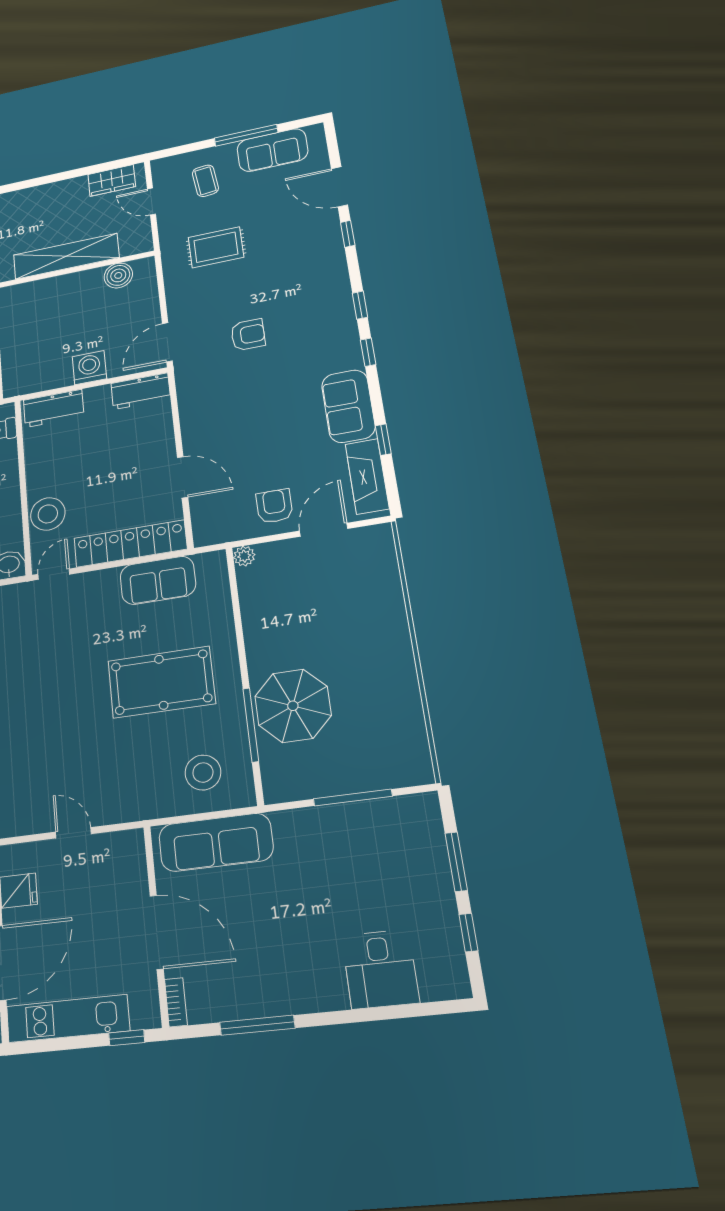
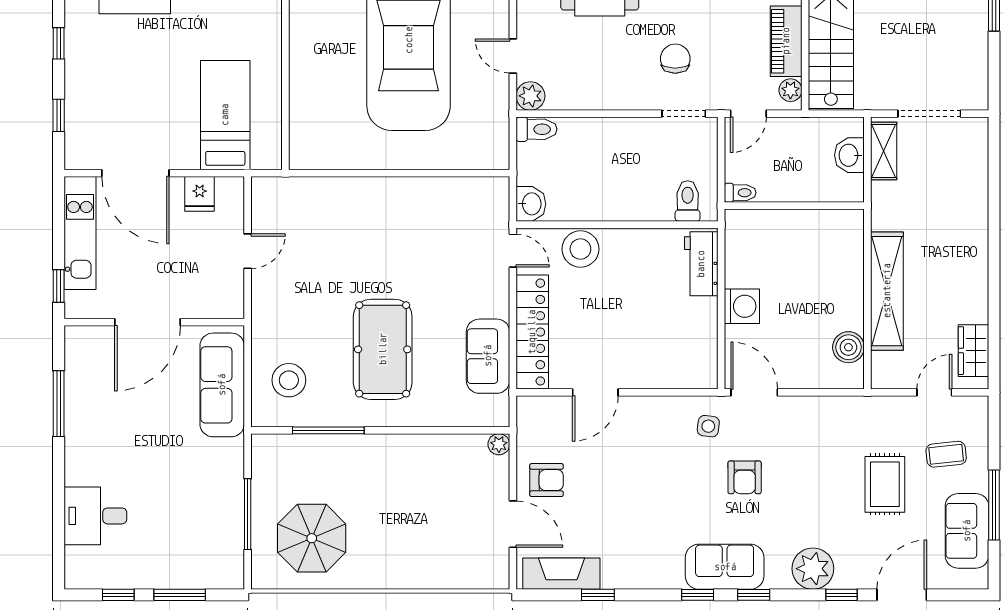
rug: (216, 247) -> (885, 484), moved
plant: (327, 262) -> (813, 569), added
side table: (203, 374) -> (708, 426), added
workbench: (141, 391) -> (702, 359), removed
sofa: (348, 406) -> (725, 567), moved
parasol: (293, 706) -> (312, 538), moved
bookcase: (176, 1002) -> (85, 334), removed

